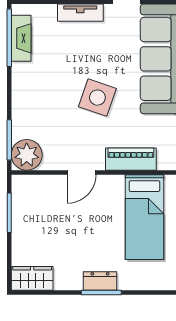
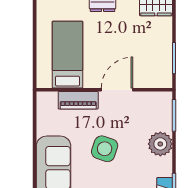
plant: (27, 155) -> (160, 144), moved
door: (82, 172) -> (117, 90), width x1.38

